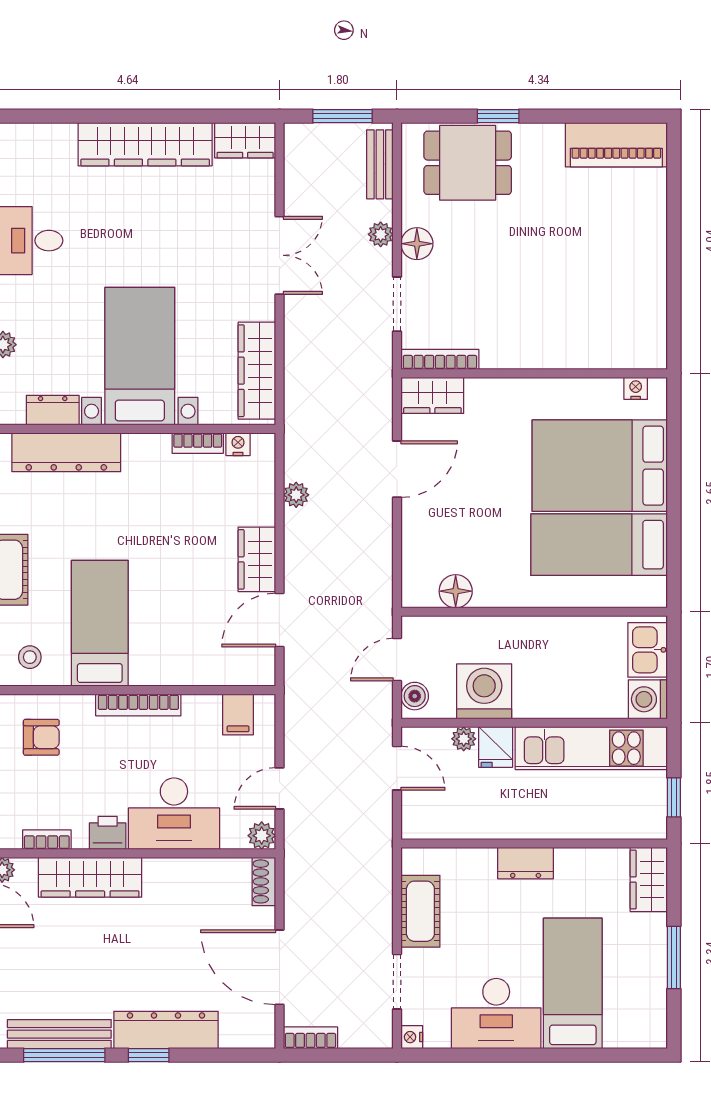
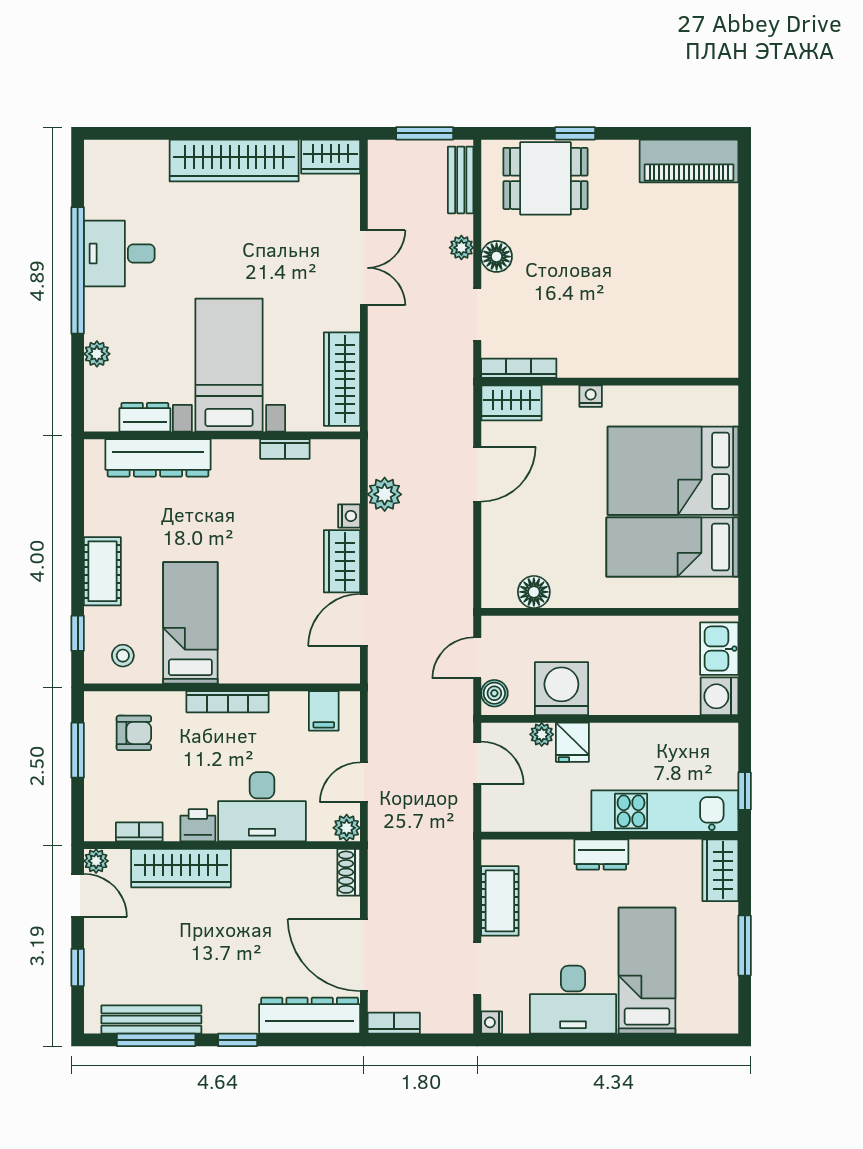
nightstand: (636, 388) -> (591, 396), moved
nightstand: (238, 444) -> (349, 516), moved, turned 90
plant: (296, 495) -> (385, 494), width x1.38, depth x1.38
kitchen unit: (591, 748) -> (665, 811), moved, turned 180
dresser: (166, 1030) -> (310, 1016), moved

